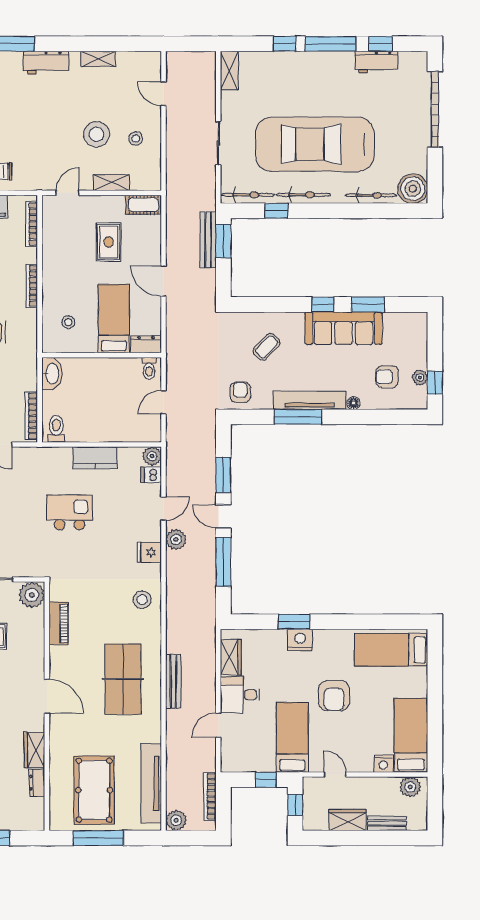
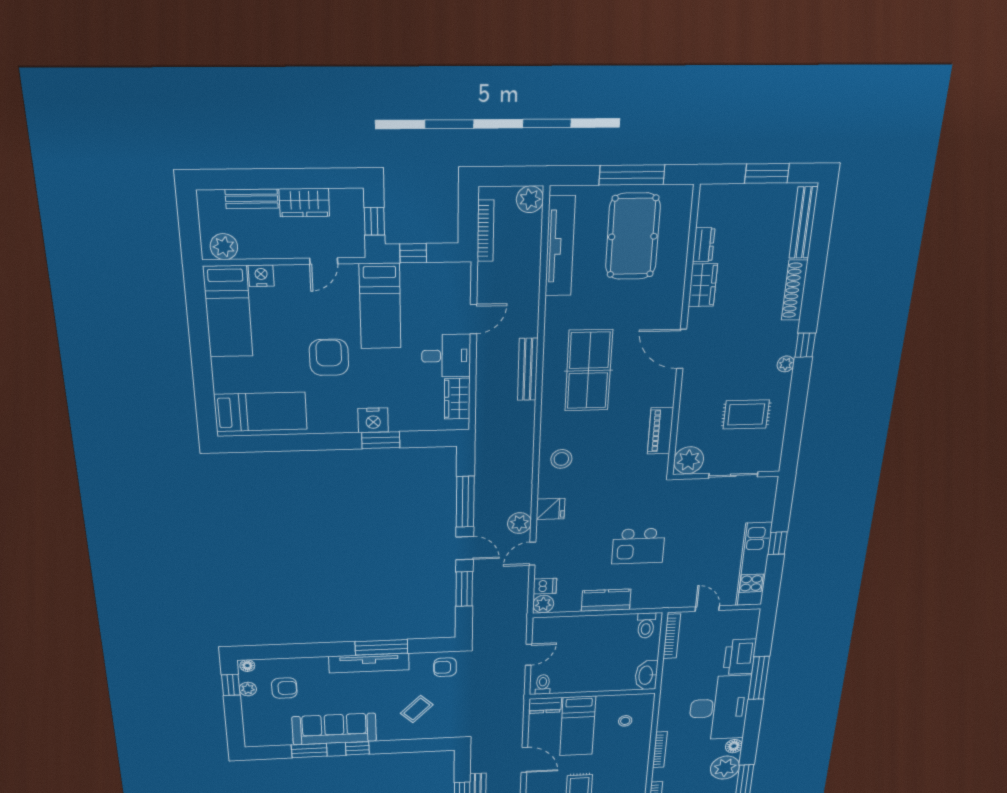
armchair: (240, 392) -> (445, 667), turned 90
floor lamp: (354, 403) -> (247, 666), moved
door: (335, 775) -> (324, 261), hinge flipped

